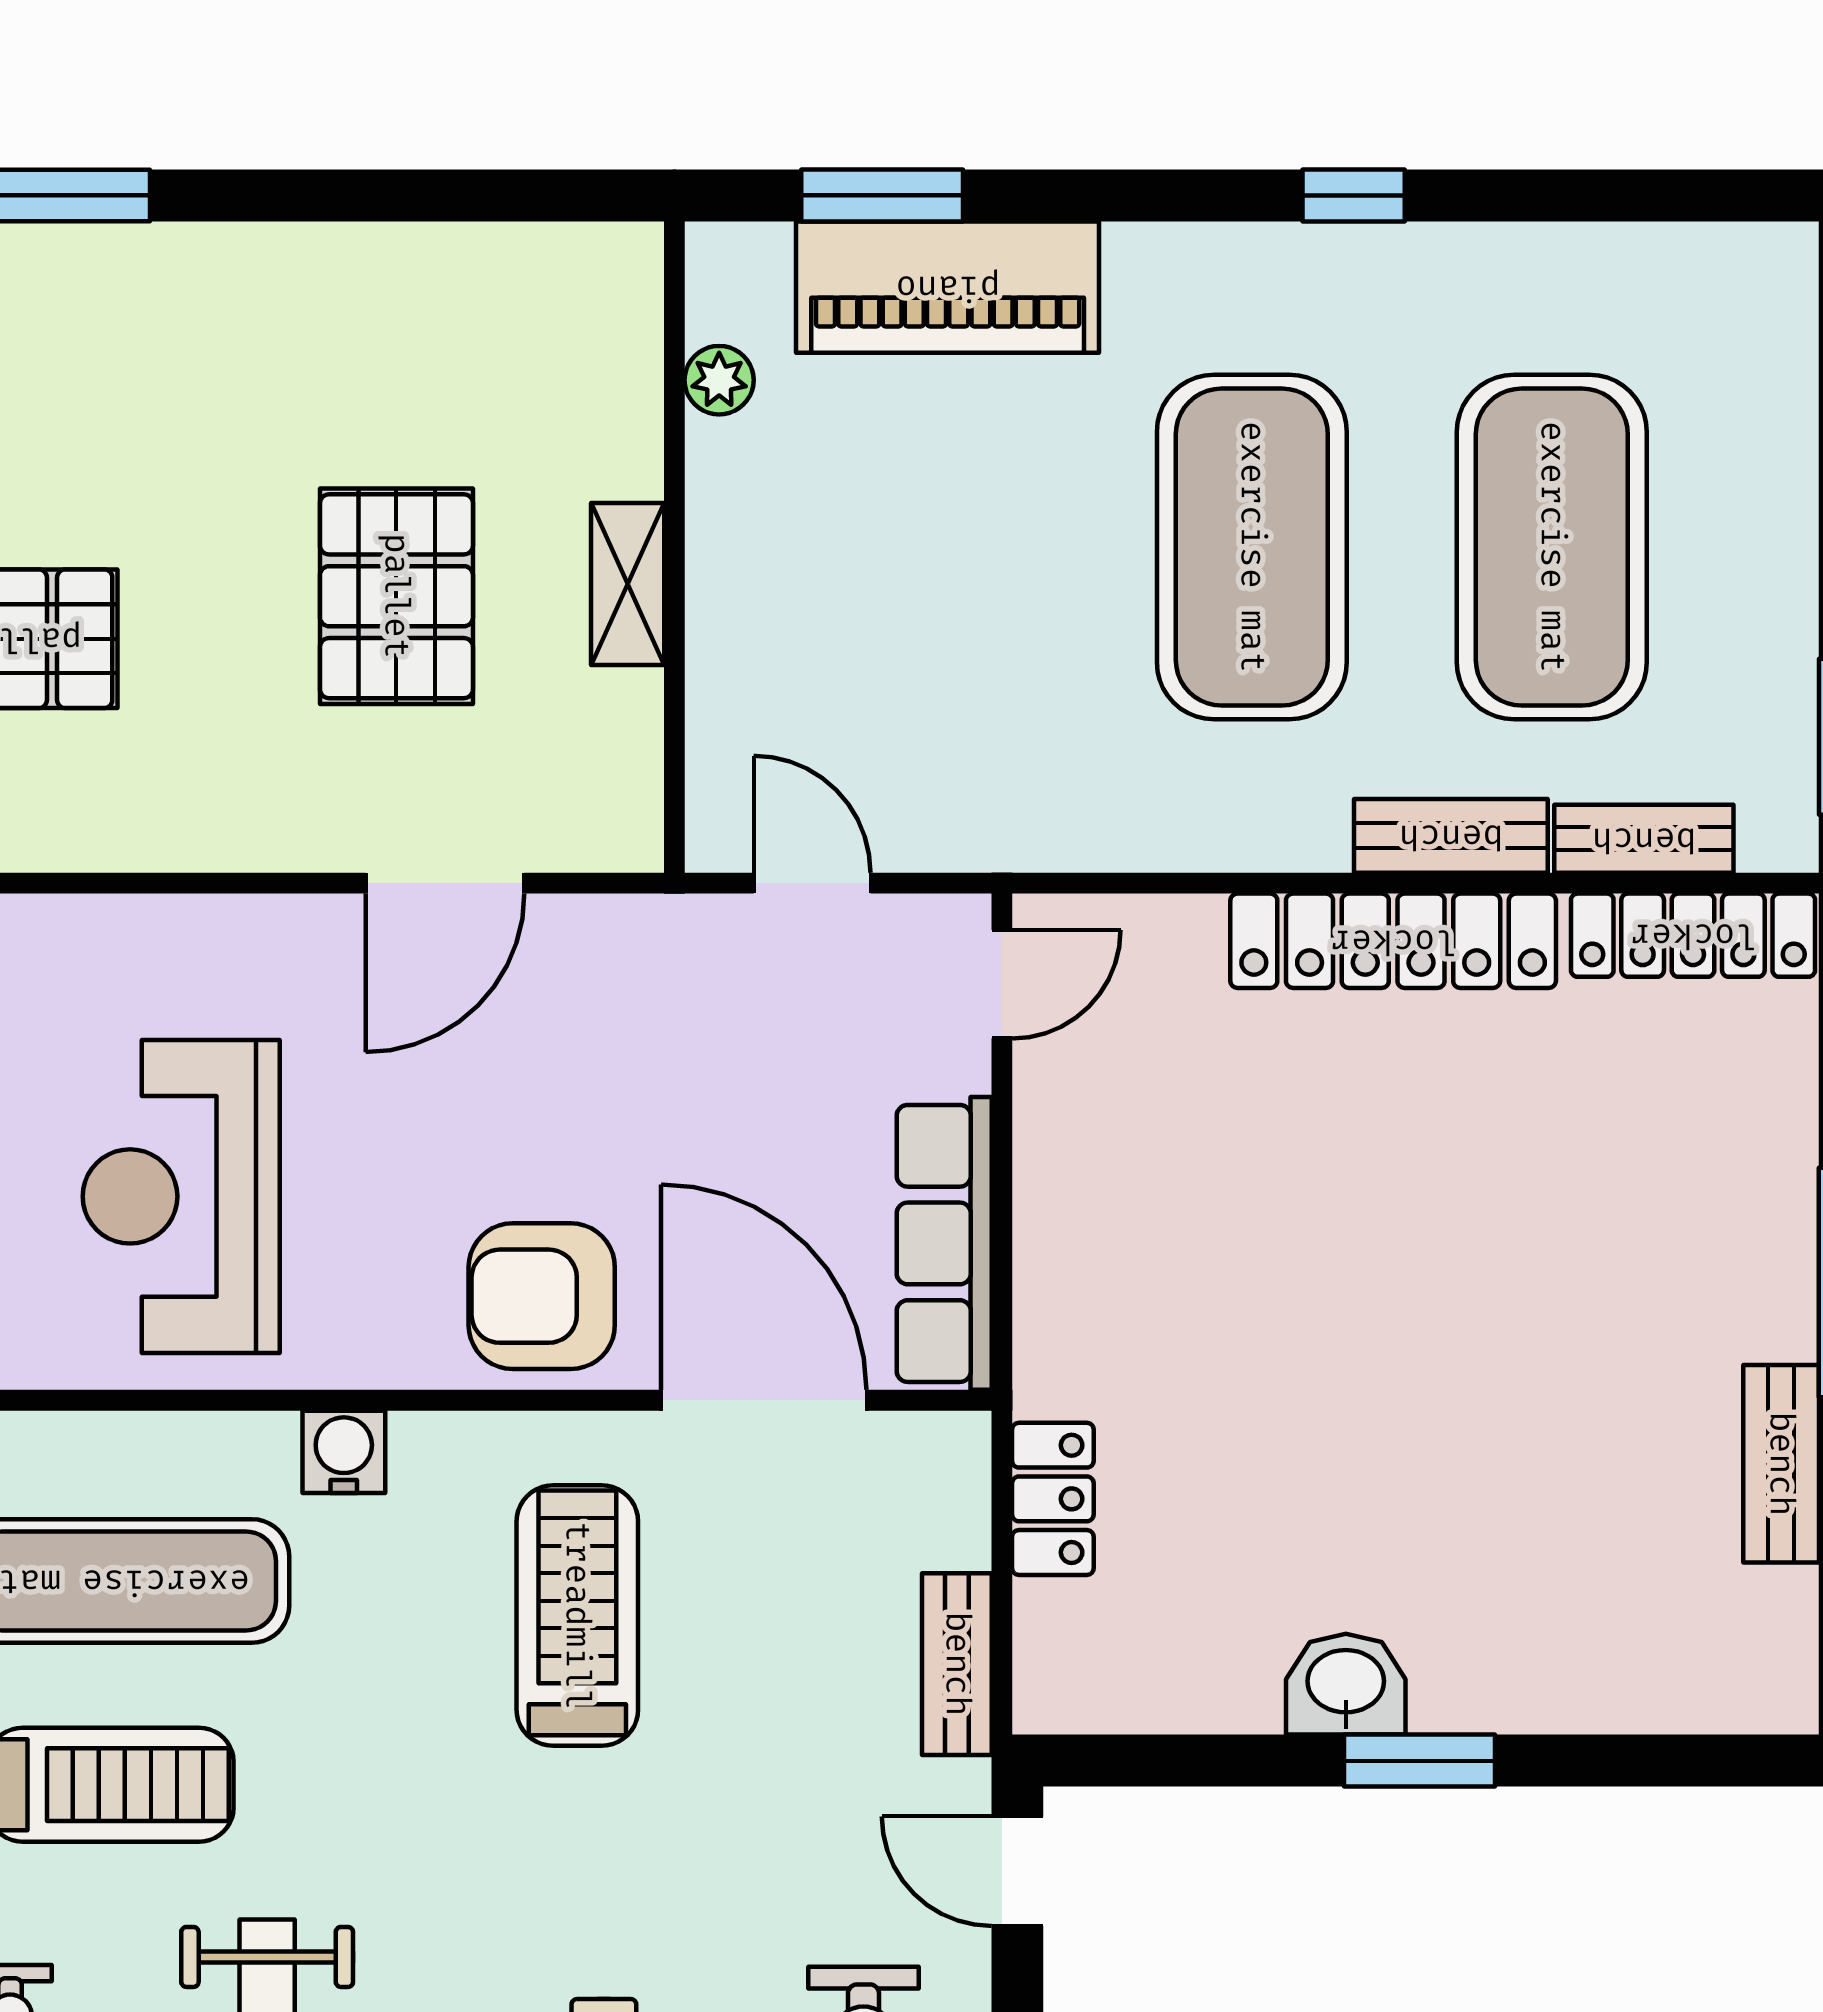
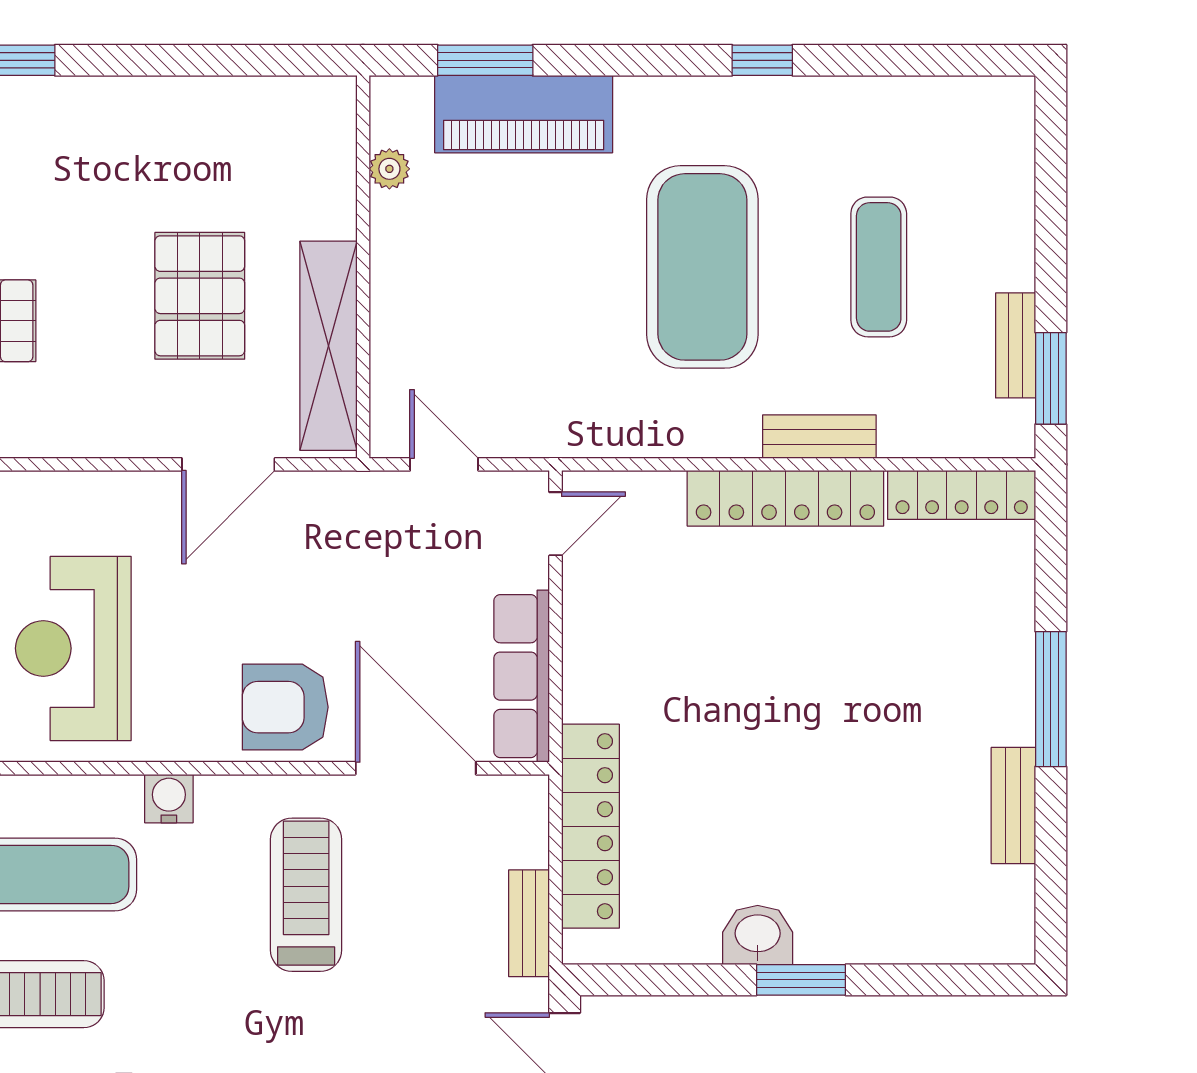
exercise mat: (1552, 547) -> (879, 267), width x0.50, depth x0.69
shelving: (628, 584) -> (328, 346), width x2.20, depth x1.33
bench: (1644, 839) -> (1016, 345), moved, turned 90
locker: (1053, 1499) -> (590, 826), width x2.16, depth x1.21

